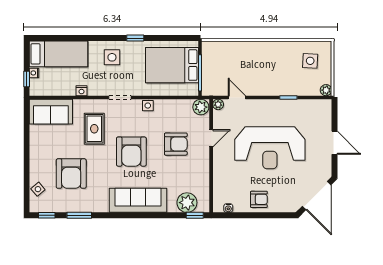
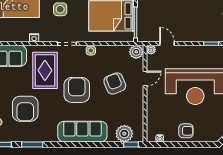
rug: (94, 129) -> (45, 70), width x1.36, depth x1.43
armchair: (176, 144) -> (115, 83), turned -112
armchair: (131, 152) -> (77, 90), turned 180

